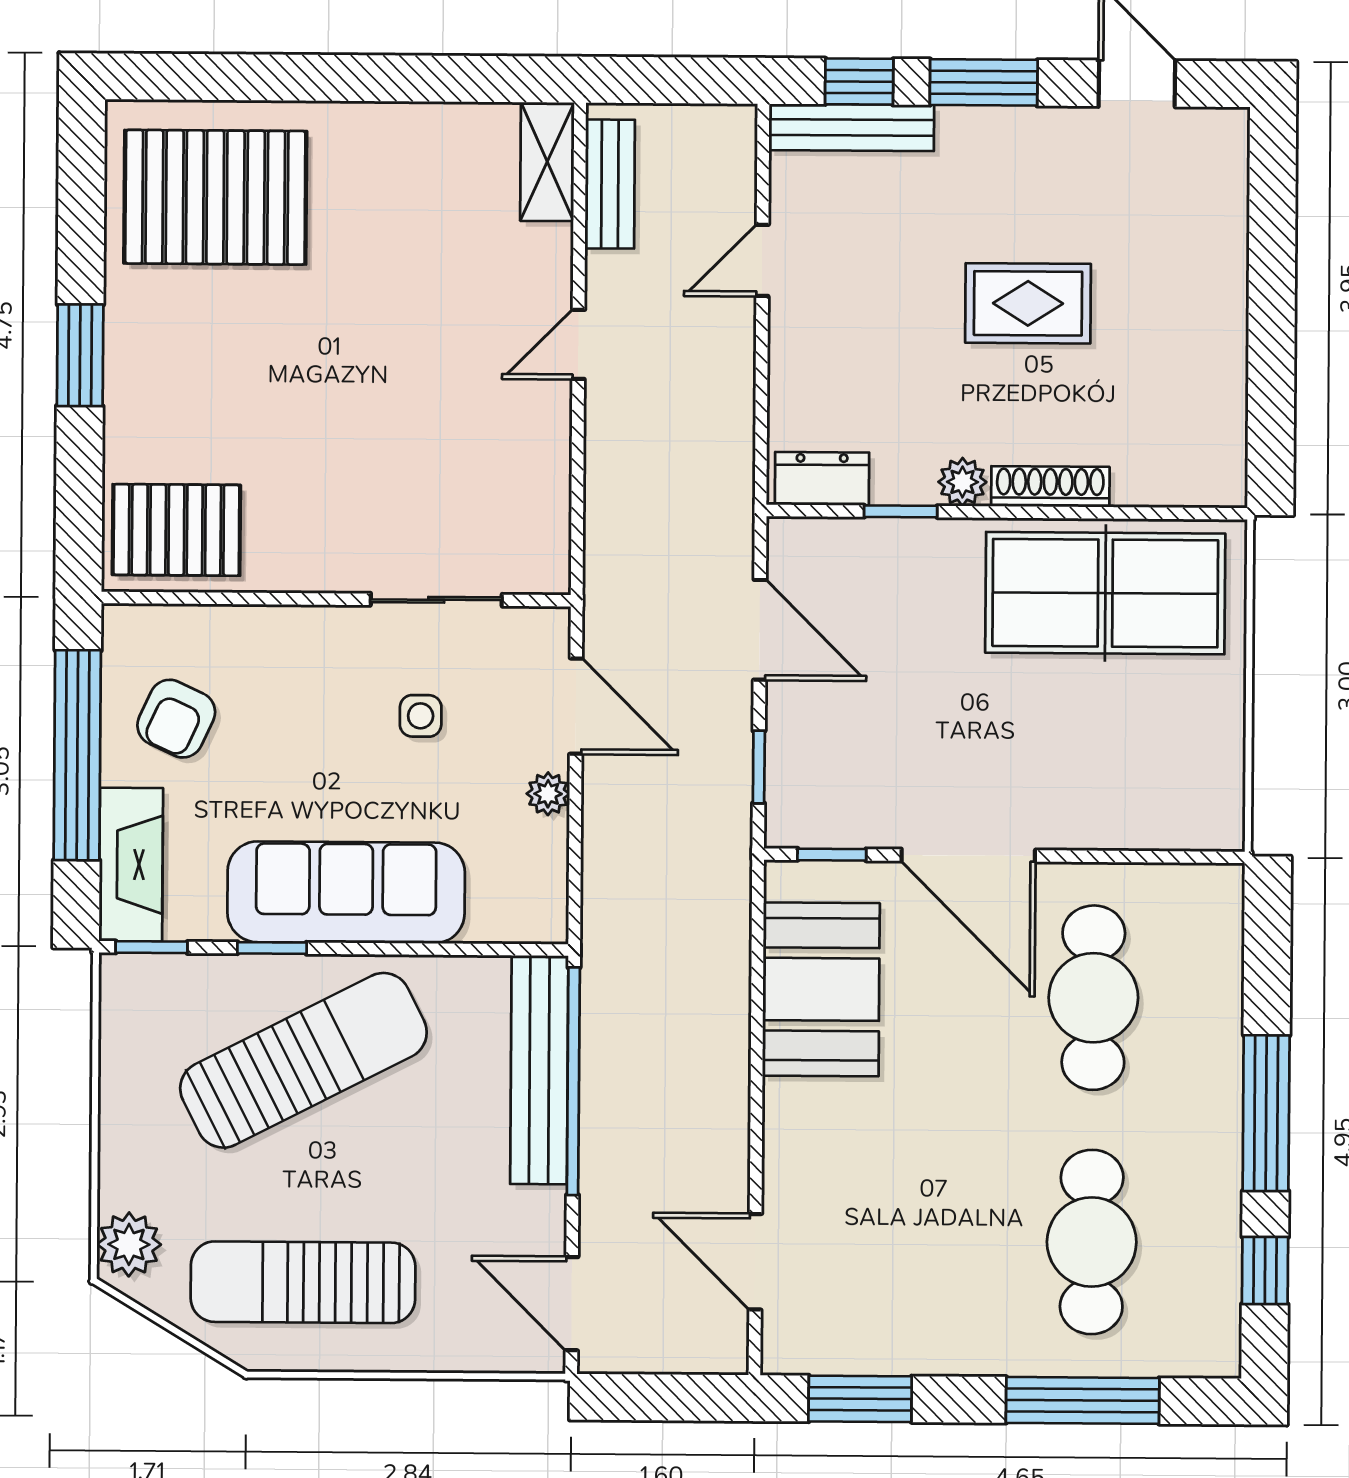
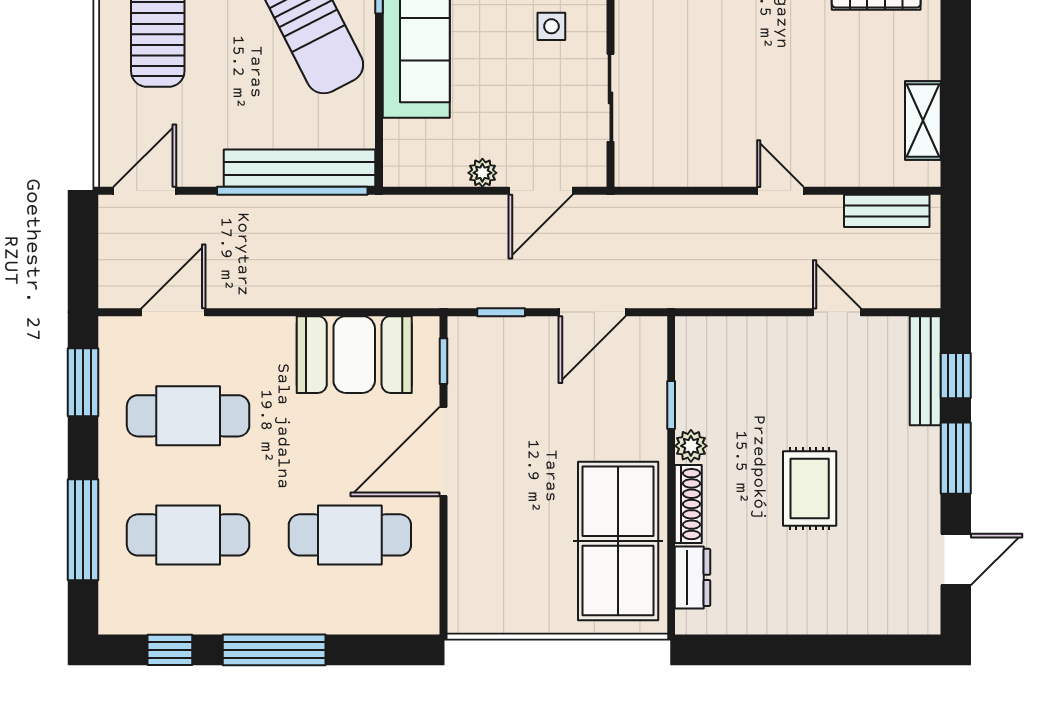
shelving: (547, 162) -> (923, 120), moved, turned 90
dresser: (822, 479) -> (693, 577), moved
side table: (421, 716) -> (551, 26), moved
cafe table: (912, 1241) -> (188, 416), added

